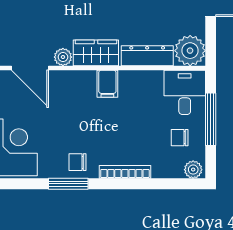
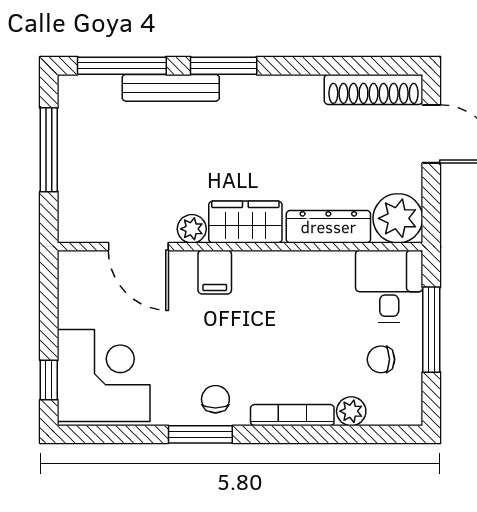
filing cabinet: (107, 84) -> (215, 272), moved
chair: (78, 162) -> (215, 399), turned 90
plant: (193, 170) -> (351, 411), moved

